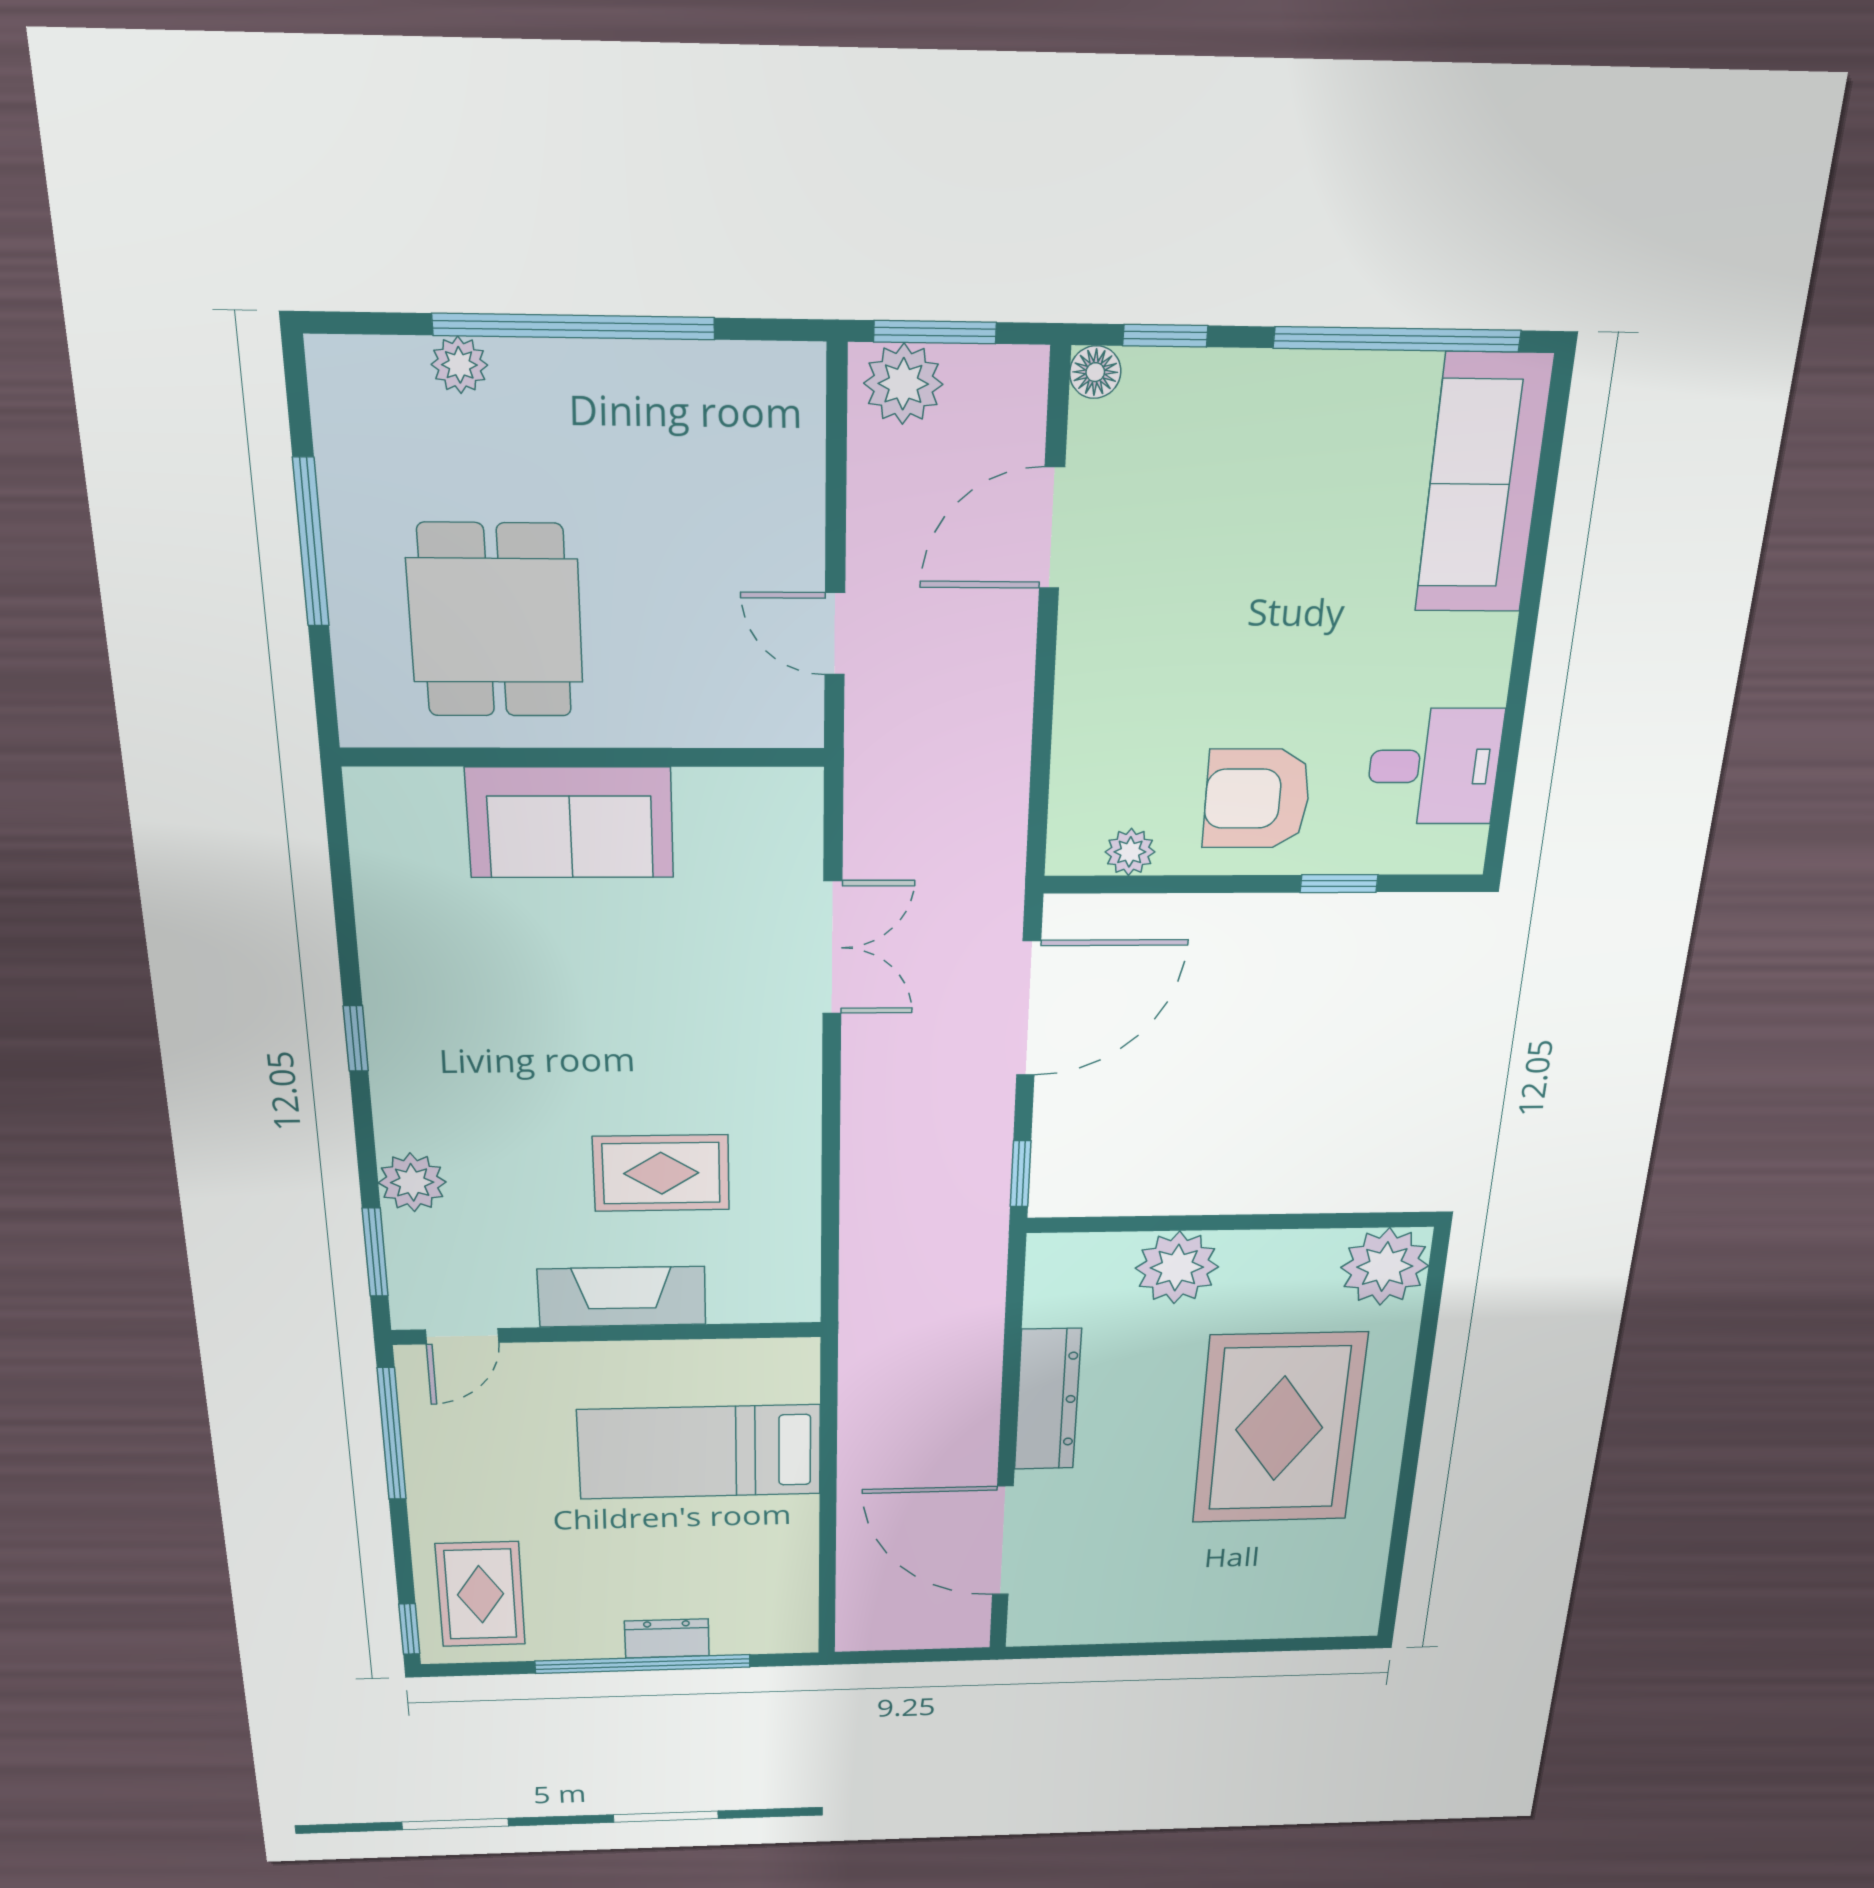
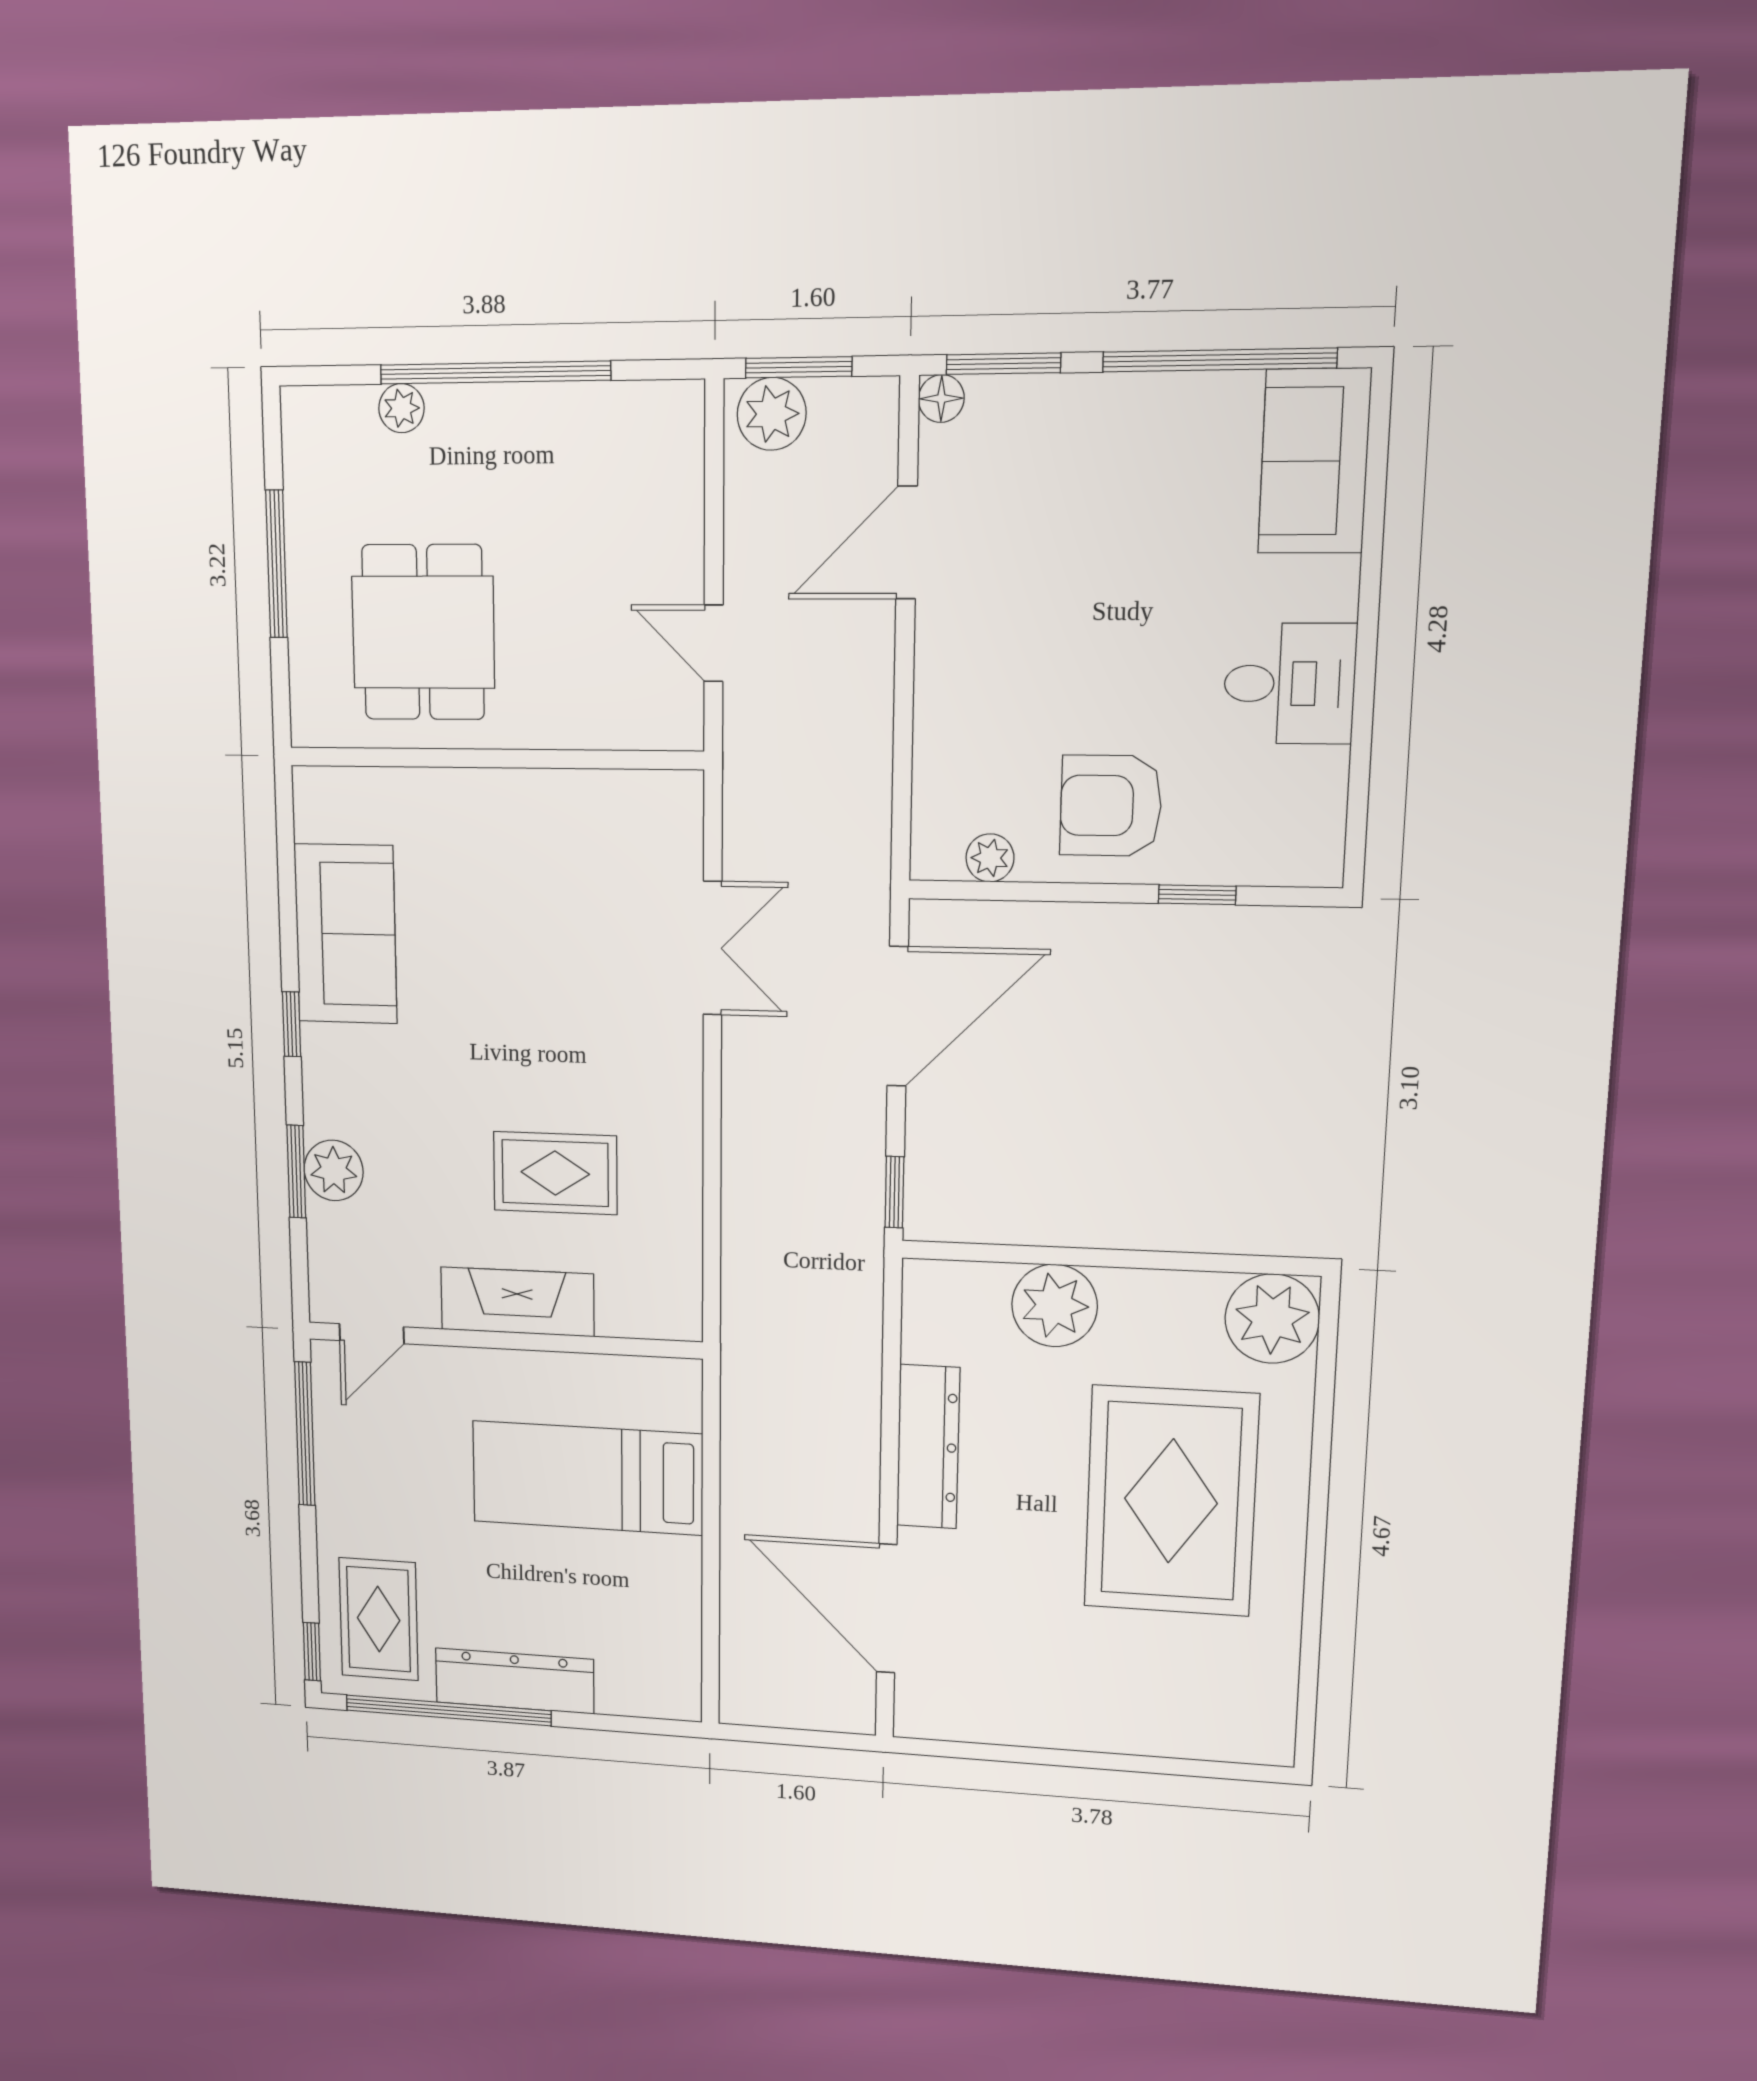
window: (1165, 336) -> (1003, 364), width x1.50
sofa: (1484, 484) -> (1314, 461), width x0.73
desk: (1434, 766) -> (1289, 684), moved
sofa: (570, 823) -> (346, 934), moved, turned -90
window: (375, 1252) -> (296, 1172), moved
dresser: (667, 1638) -> (515, 1681), width x1.96, depth x1.24
window: (643, 1664) -> (448, 1710), moved

